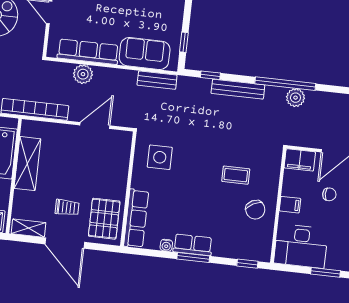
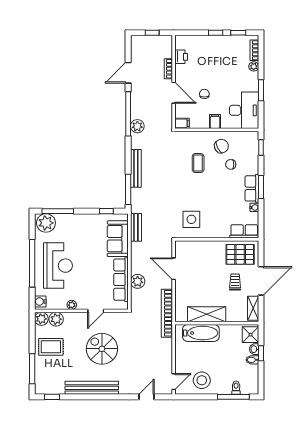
window: (210, 75) -> (128, 189), width x2.17
window: (285, 84) -> (128, 114), moved
filing cabinet: (300, 160) -> (182, 123), width x0.50
row of seats: (136, 218) -> (244, 231), width x0.68
chair: (229, 220) -> (231, 164), added

